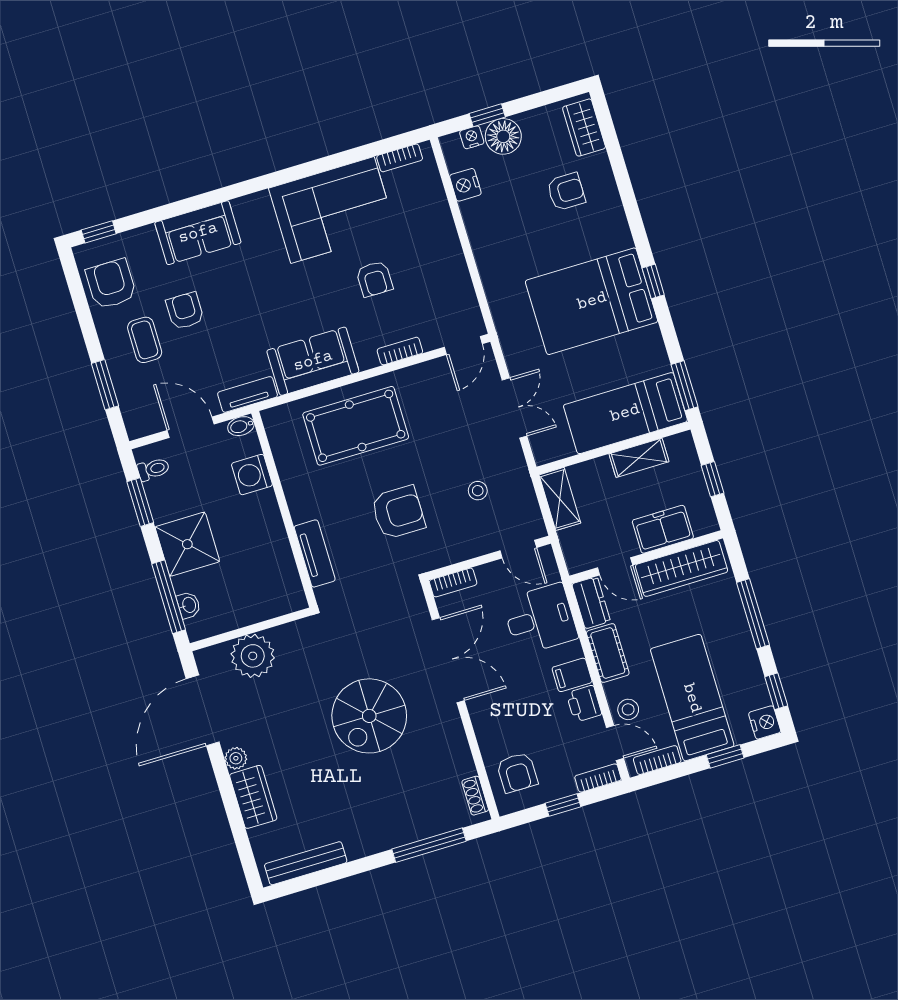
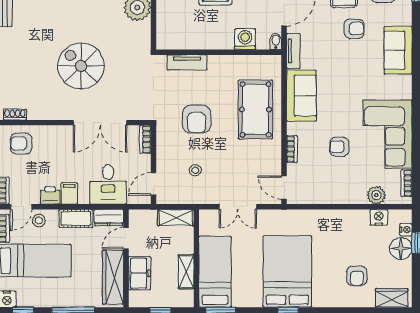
plant: (432, 199) -> (376, 195), added

